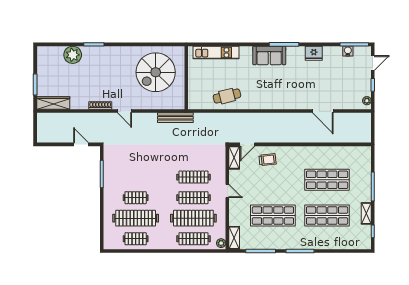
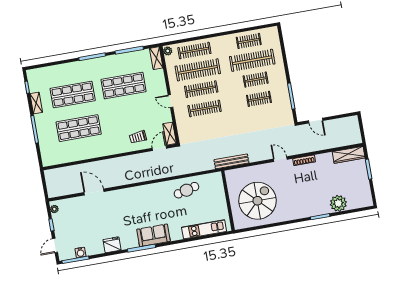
clothes rail: (136, 177) -> (259, 99), added

